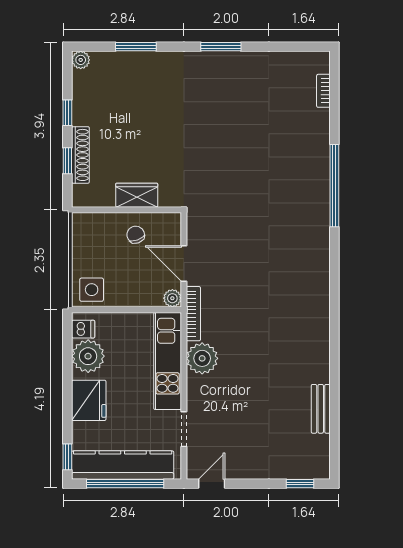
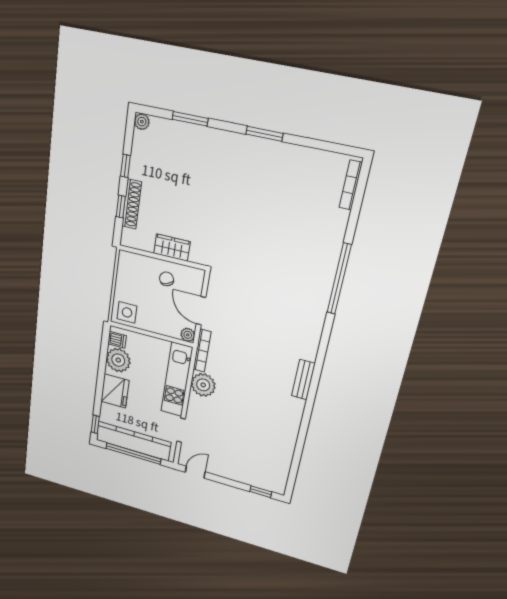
bookcase: (323, 91) -> (351, 185), width x1.56
bench: (321, 409) -> (303, 380), moved

